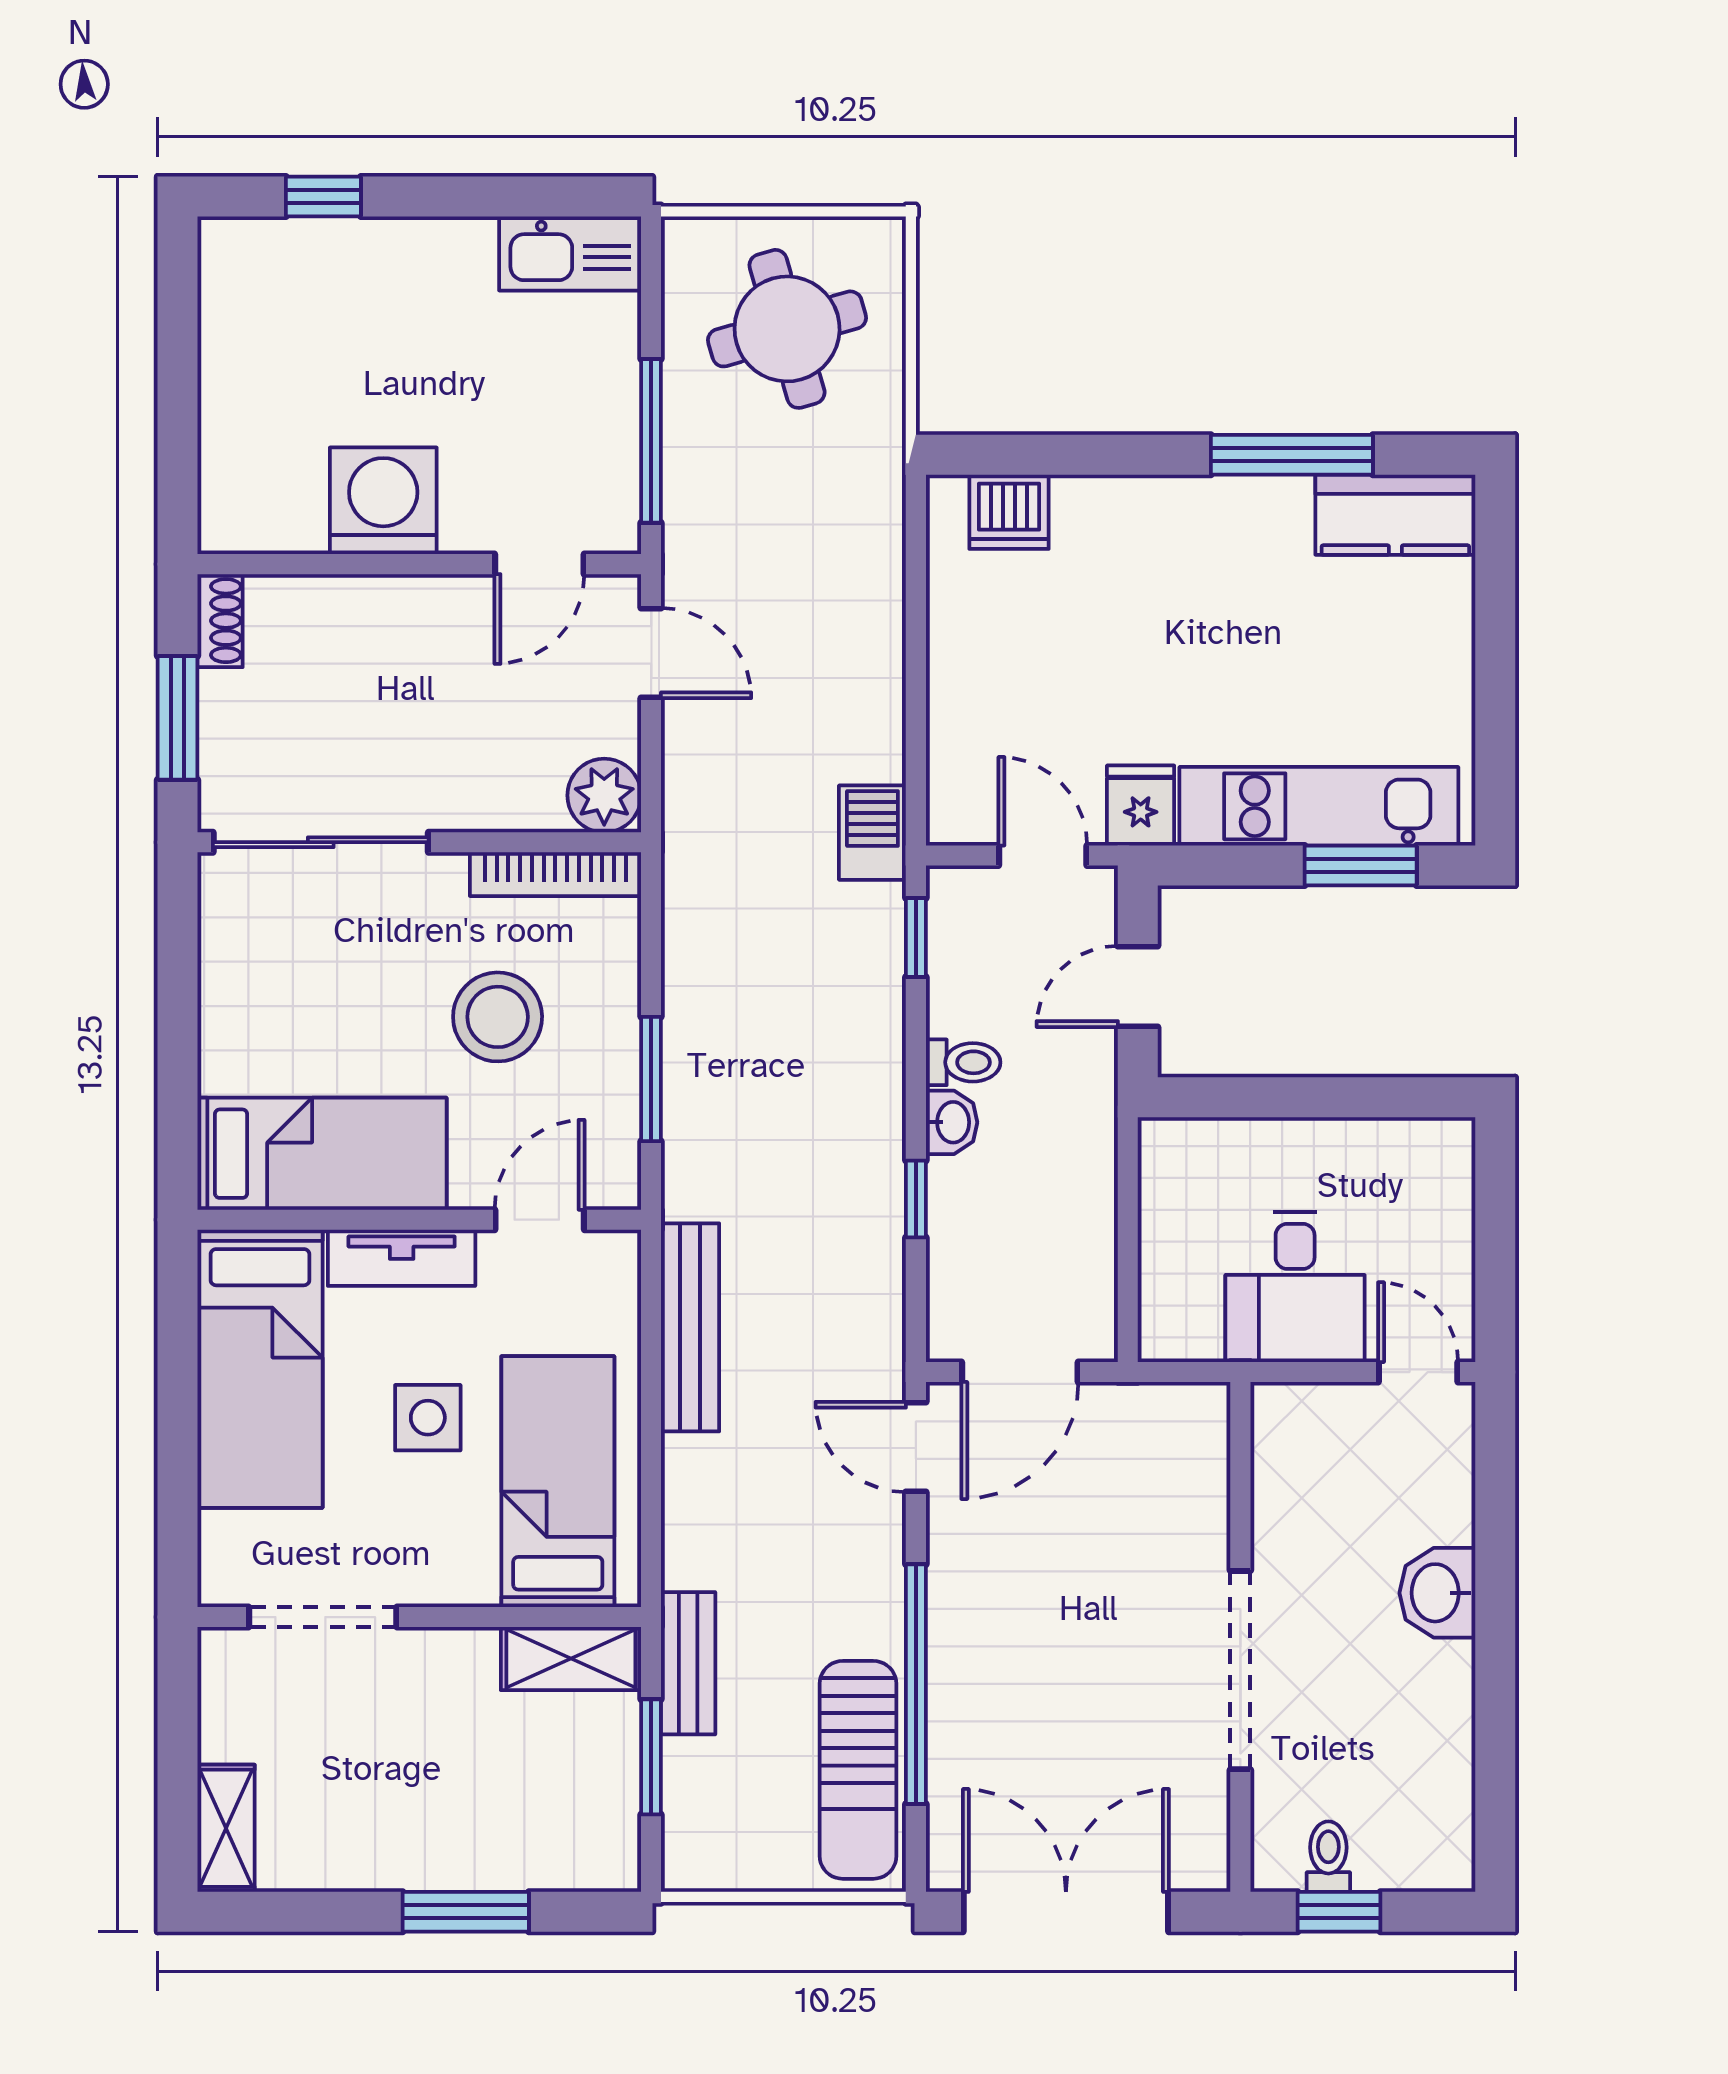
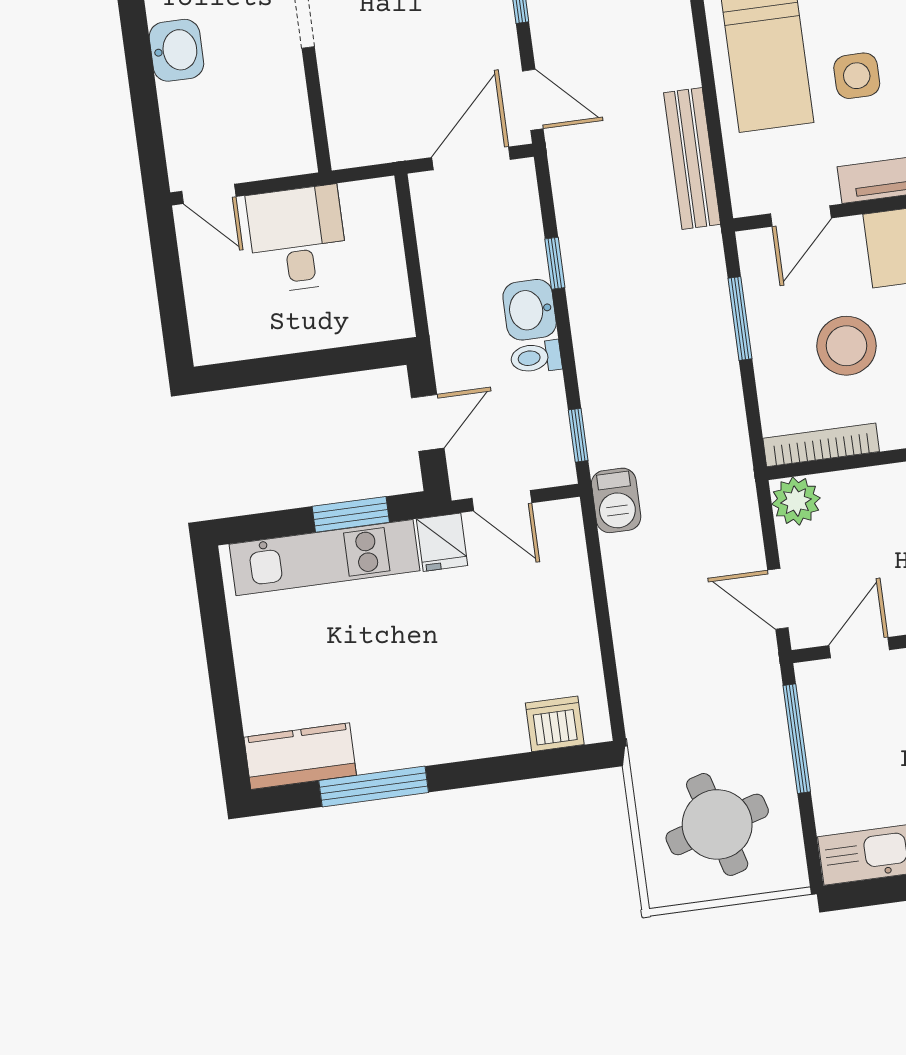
window: (1361, 865) -> (351, 514), moved
washbasin: (952, 1122) -> (530, 310), width x1.38, depth x1.45

